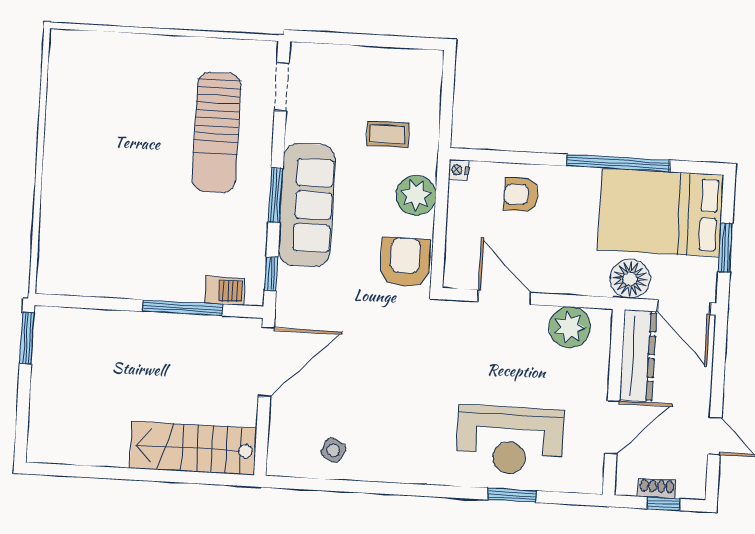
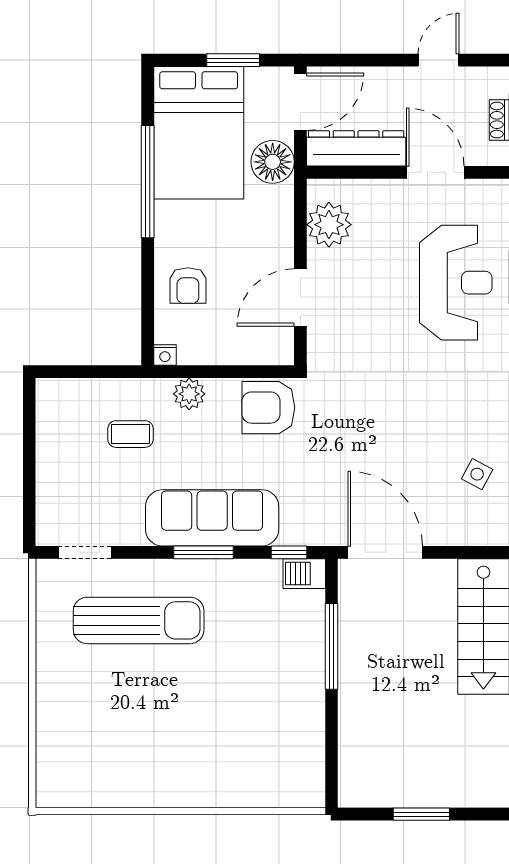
coffee table: (388, 134) -> (131, 434), turned 90
plant: (416, 195) -> (189, 394), width x0.73, depth x0.73
barbecue: (225, 291) -> (304, 574), moved, turned -90
window: (27, 338) -> (421, 814), moved

